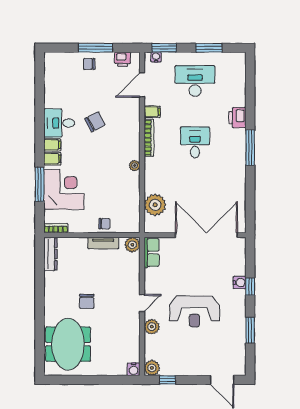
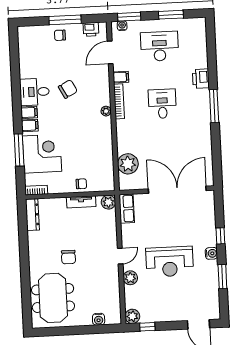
plant: (135, 166) -> (106, 111), moved
water cooler: (240, 283) -> (211, 253), moved
water cooler: (134, 369) -> (99, 319), moved

